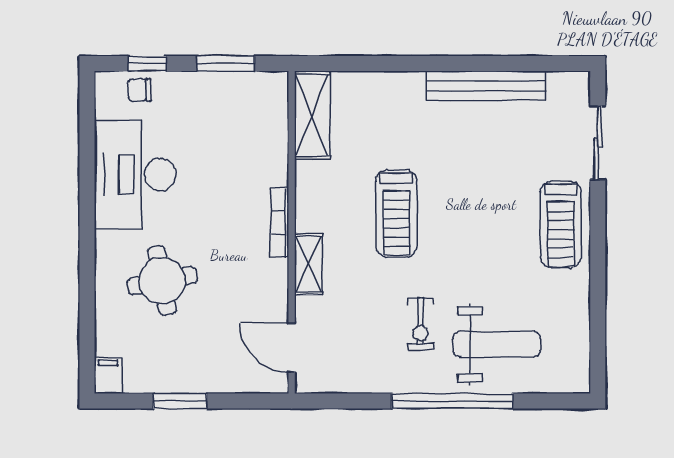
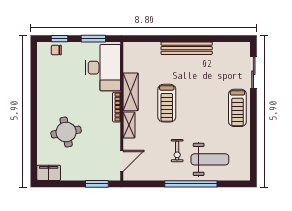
bench: (486, 86) -> (187, 48), moved
shelving: (312, 115) -> (131, 92), moved
desk: (135, 175) -> (103, 68), moved, turned 180
door: (292, 348) -> (122, 161), swing flipped
filing cabinet: (108, 375) -> (49, 173), width x2.00
window: (180, 401) -> (97, 184), moved

